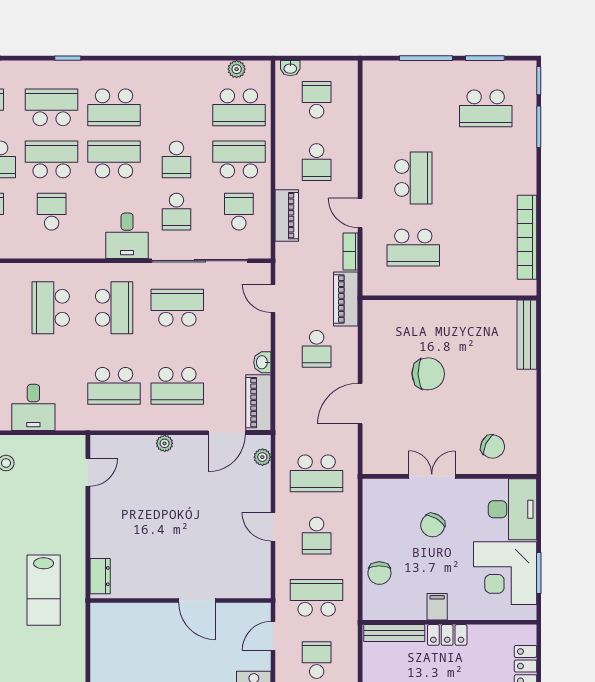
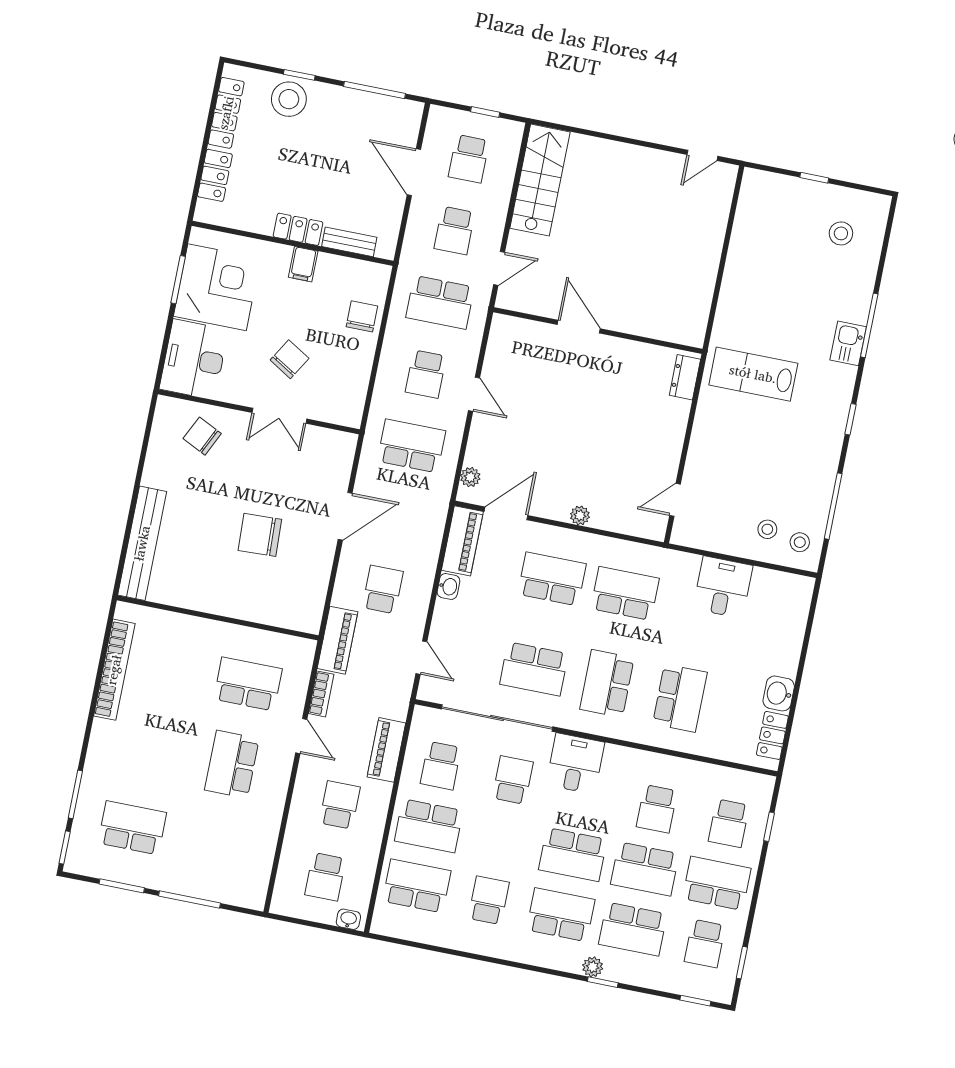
plant: (237, 69) -> (593, 967), moved
school desk: (176, 159) -> (489, 900), moved
bench: (527, 335) -> (142, 543), width x1.37, depth x1.21
school desk: (317, 536) -> (426, 374), turned 180
lab bench: (44, 590) -> (753, 374), turned -90
bench: (394, 633) -> (349, 242), width x0.73

